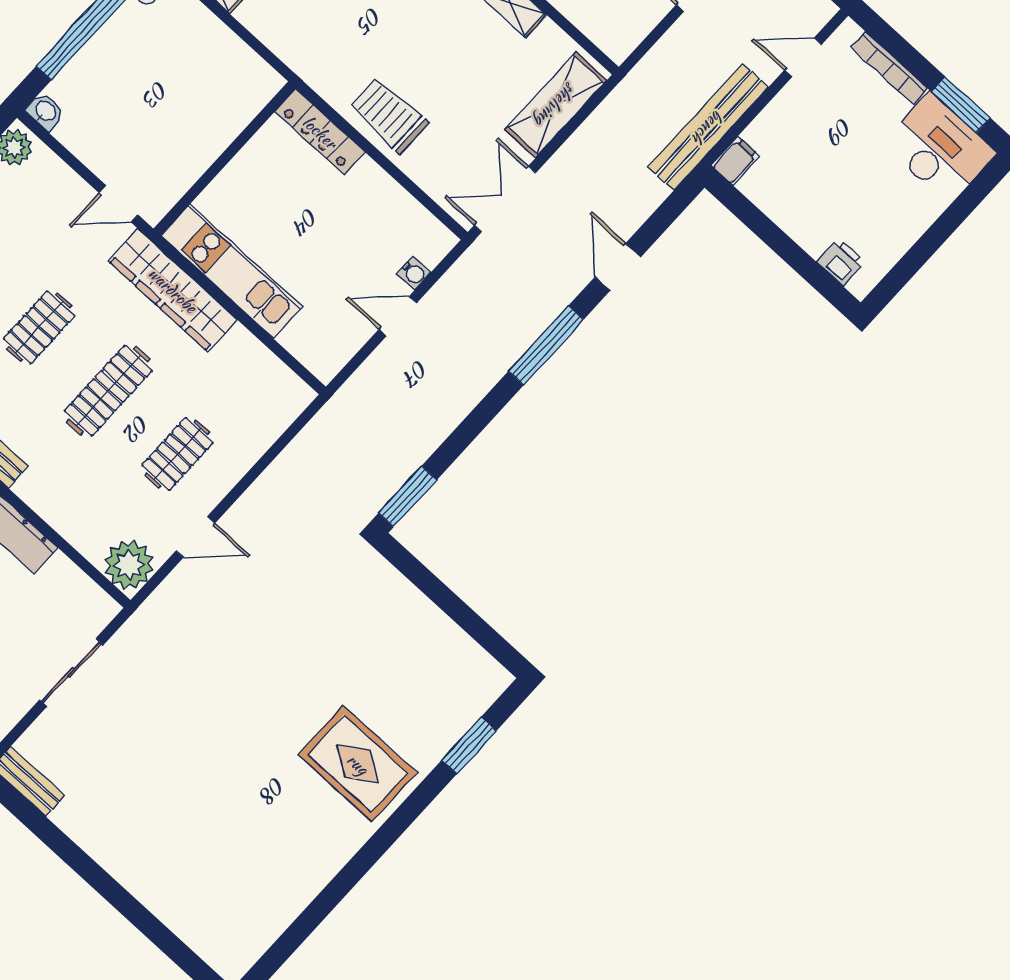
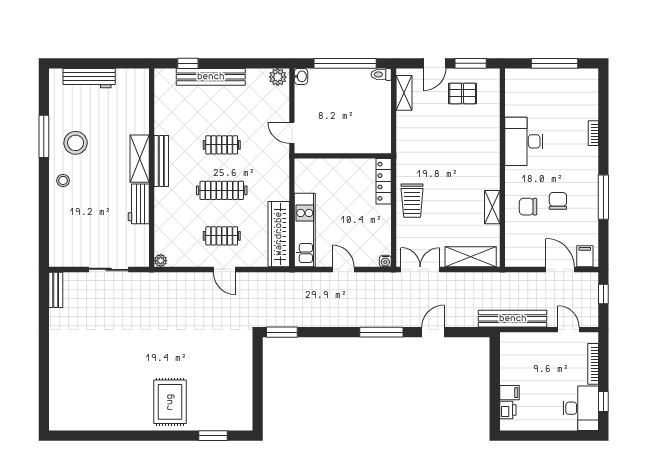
window: (961, 105) -> (603, 402), width x0.67
trolley: (389, 115) -> (412, 201), turned 180
filing cabinet: (735, 161) -> (509, 393), moved
kitchen unit: (232, 271) -> (305, 230), moved
water cooler: (414, 273) -> (385, 261), moved
wardrobe: (173, 290) -> (279, 234), moved
door: (195, 537) -> (225, 269), moved
plant: (129, 565) -> (161, 261), width x0.53, depth x0.53

